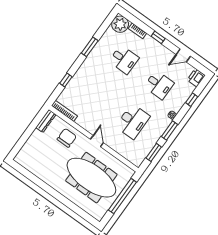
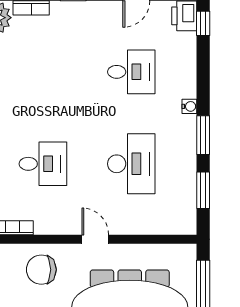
desk: (124, 60) -> (43, 164), moved
window: (192, 100) -> (203, 23), moved
chair: (67, 138) -> (41, 270), turned -90

